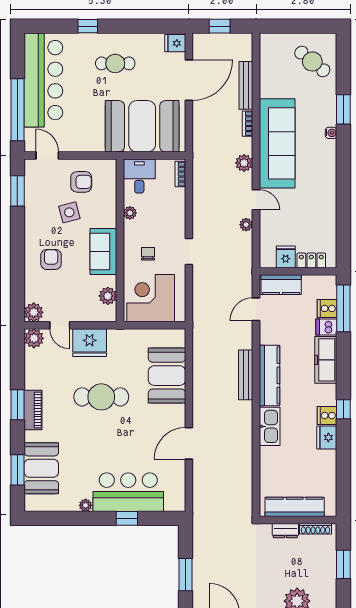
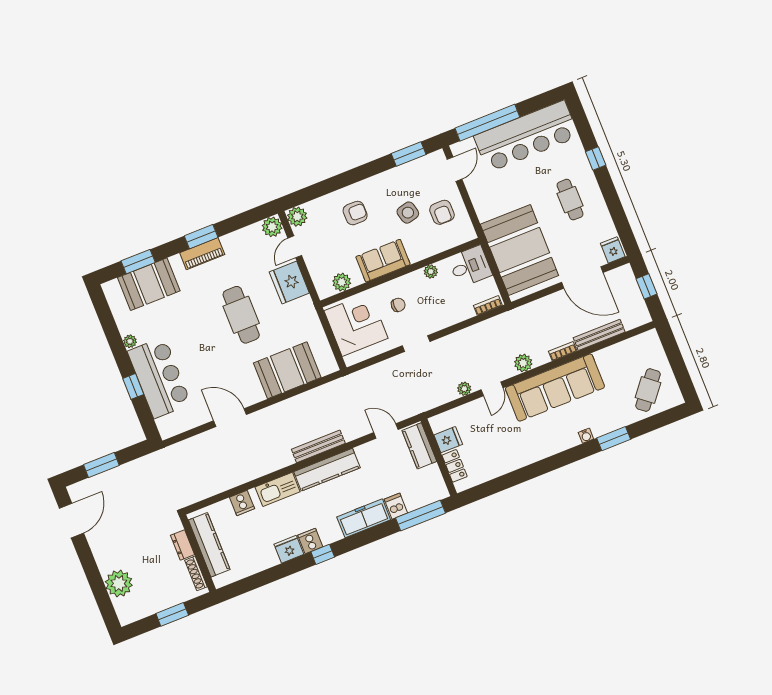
cooker: (327, 308) -> (242, 503), moved, turned 180

